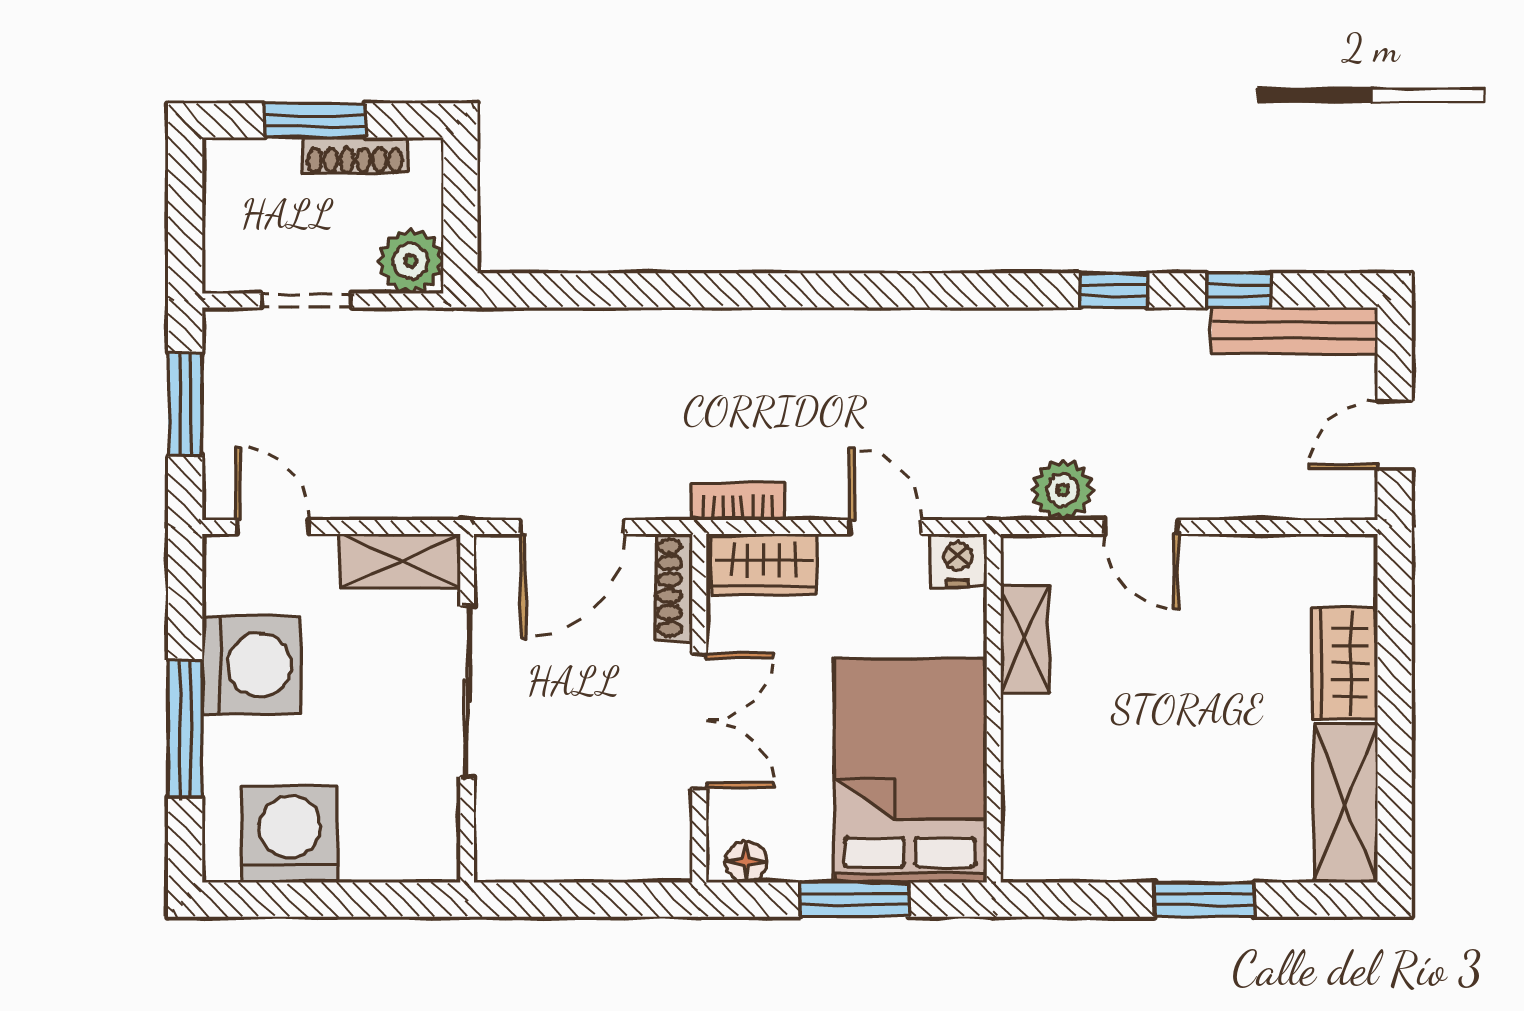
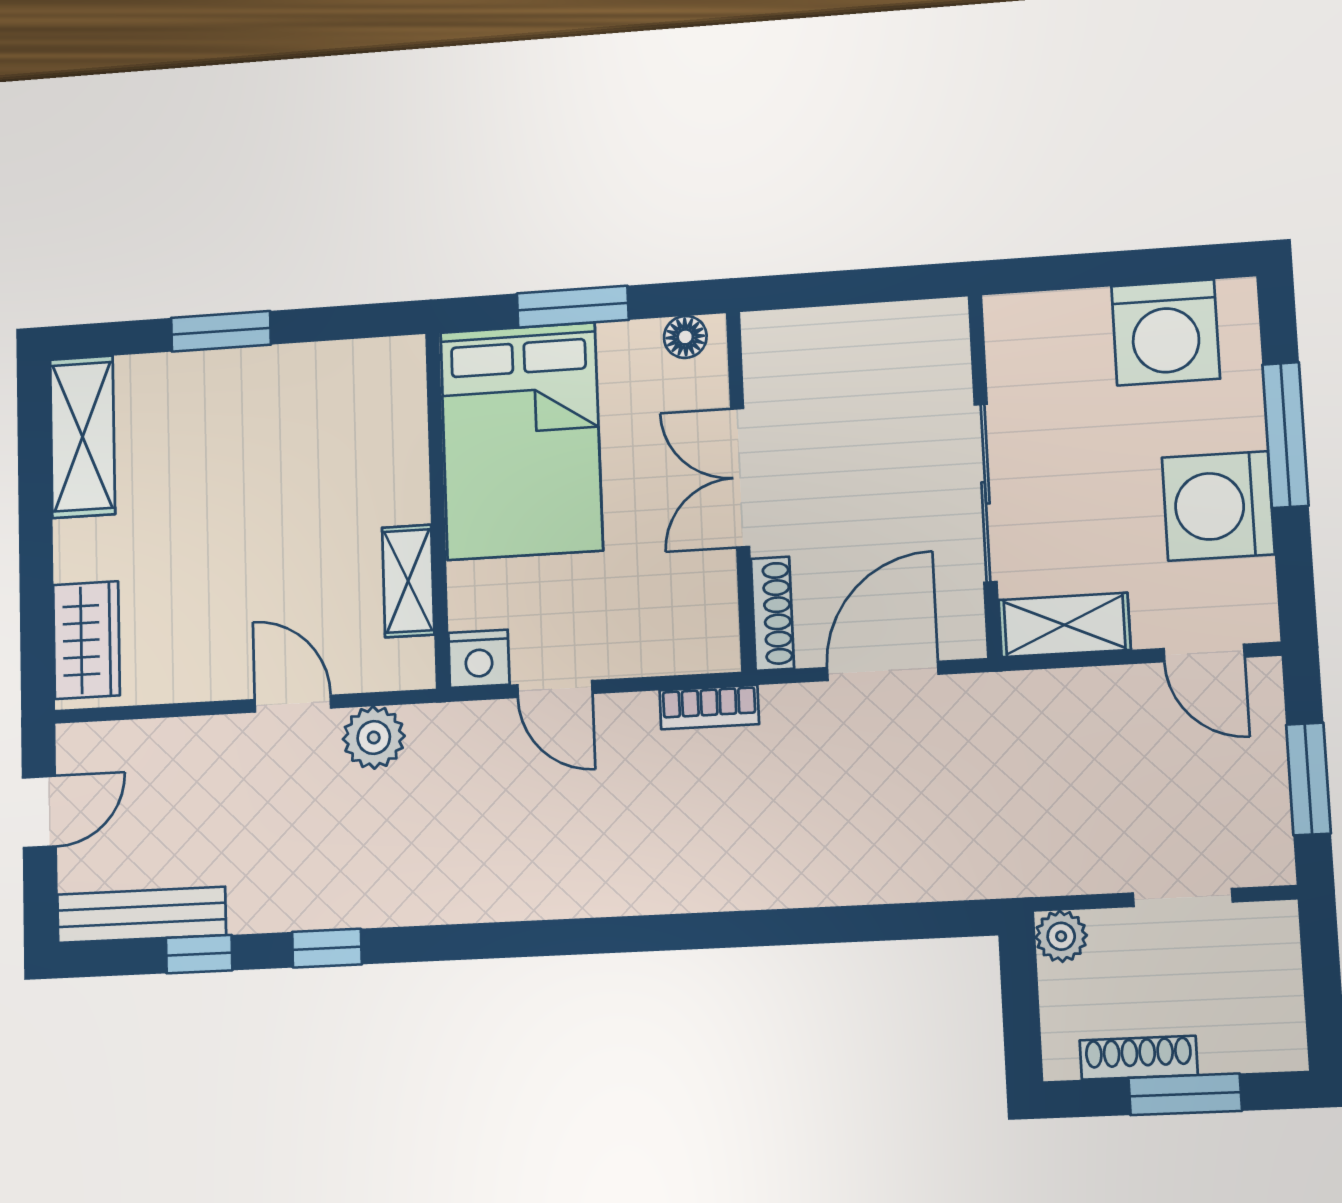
plant: (411, 261) -> (1061, 936), width x0.73, depth x0.73
wardrobe: (764, 564) -> (680, 643), removed
wardrobe: (1345, 663) -> (86, 640), moved

